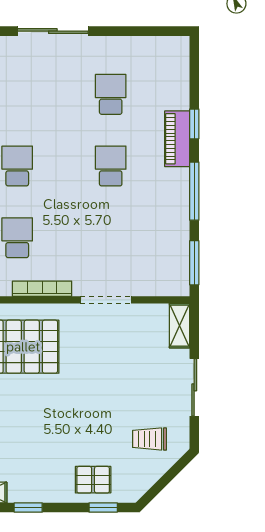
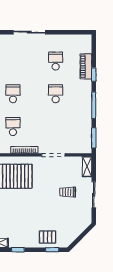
piano: (177, 139) -> (86, 66), moved
trolley: (149, 439) -> (68, 192), moved

